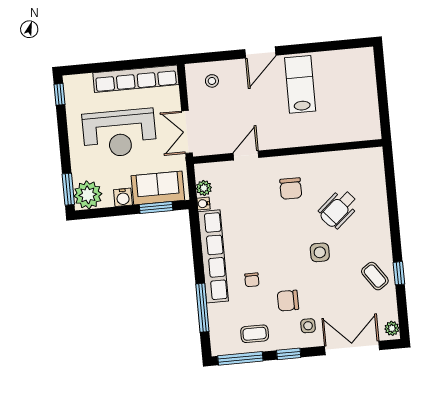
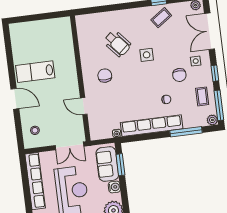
plant: (204, 188) -> (212, 120), moved
chair: (291, 189) -> (105, 76), turned -90

